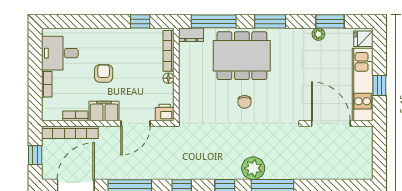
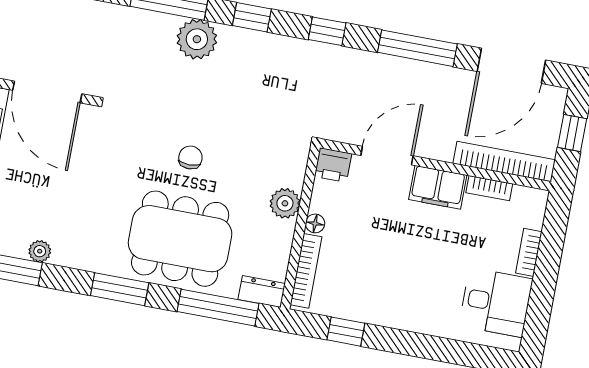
armchair: (104, 73) -> (426, 253), removed
plant: (187, 86) -> (285, 203), added

